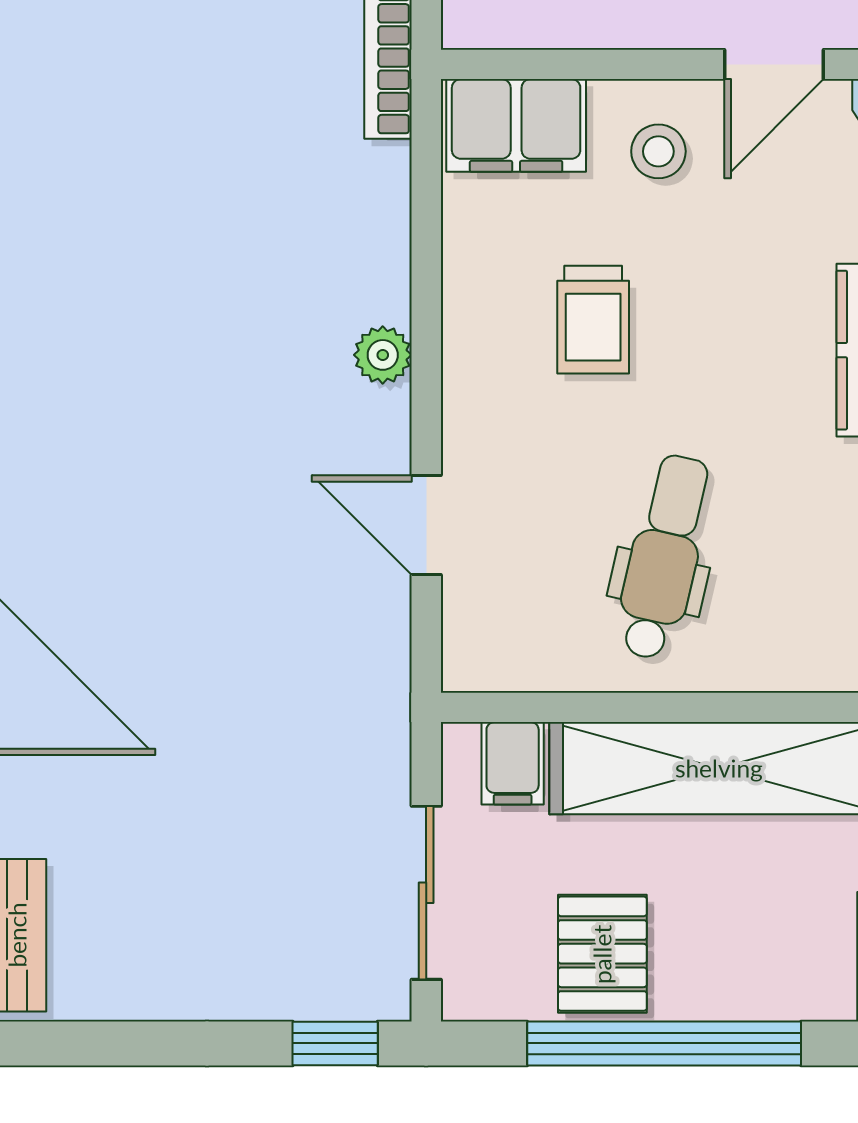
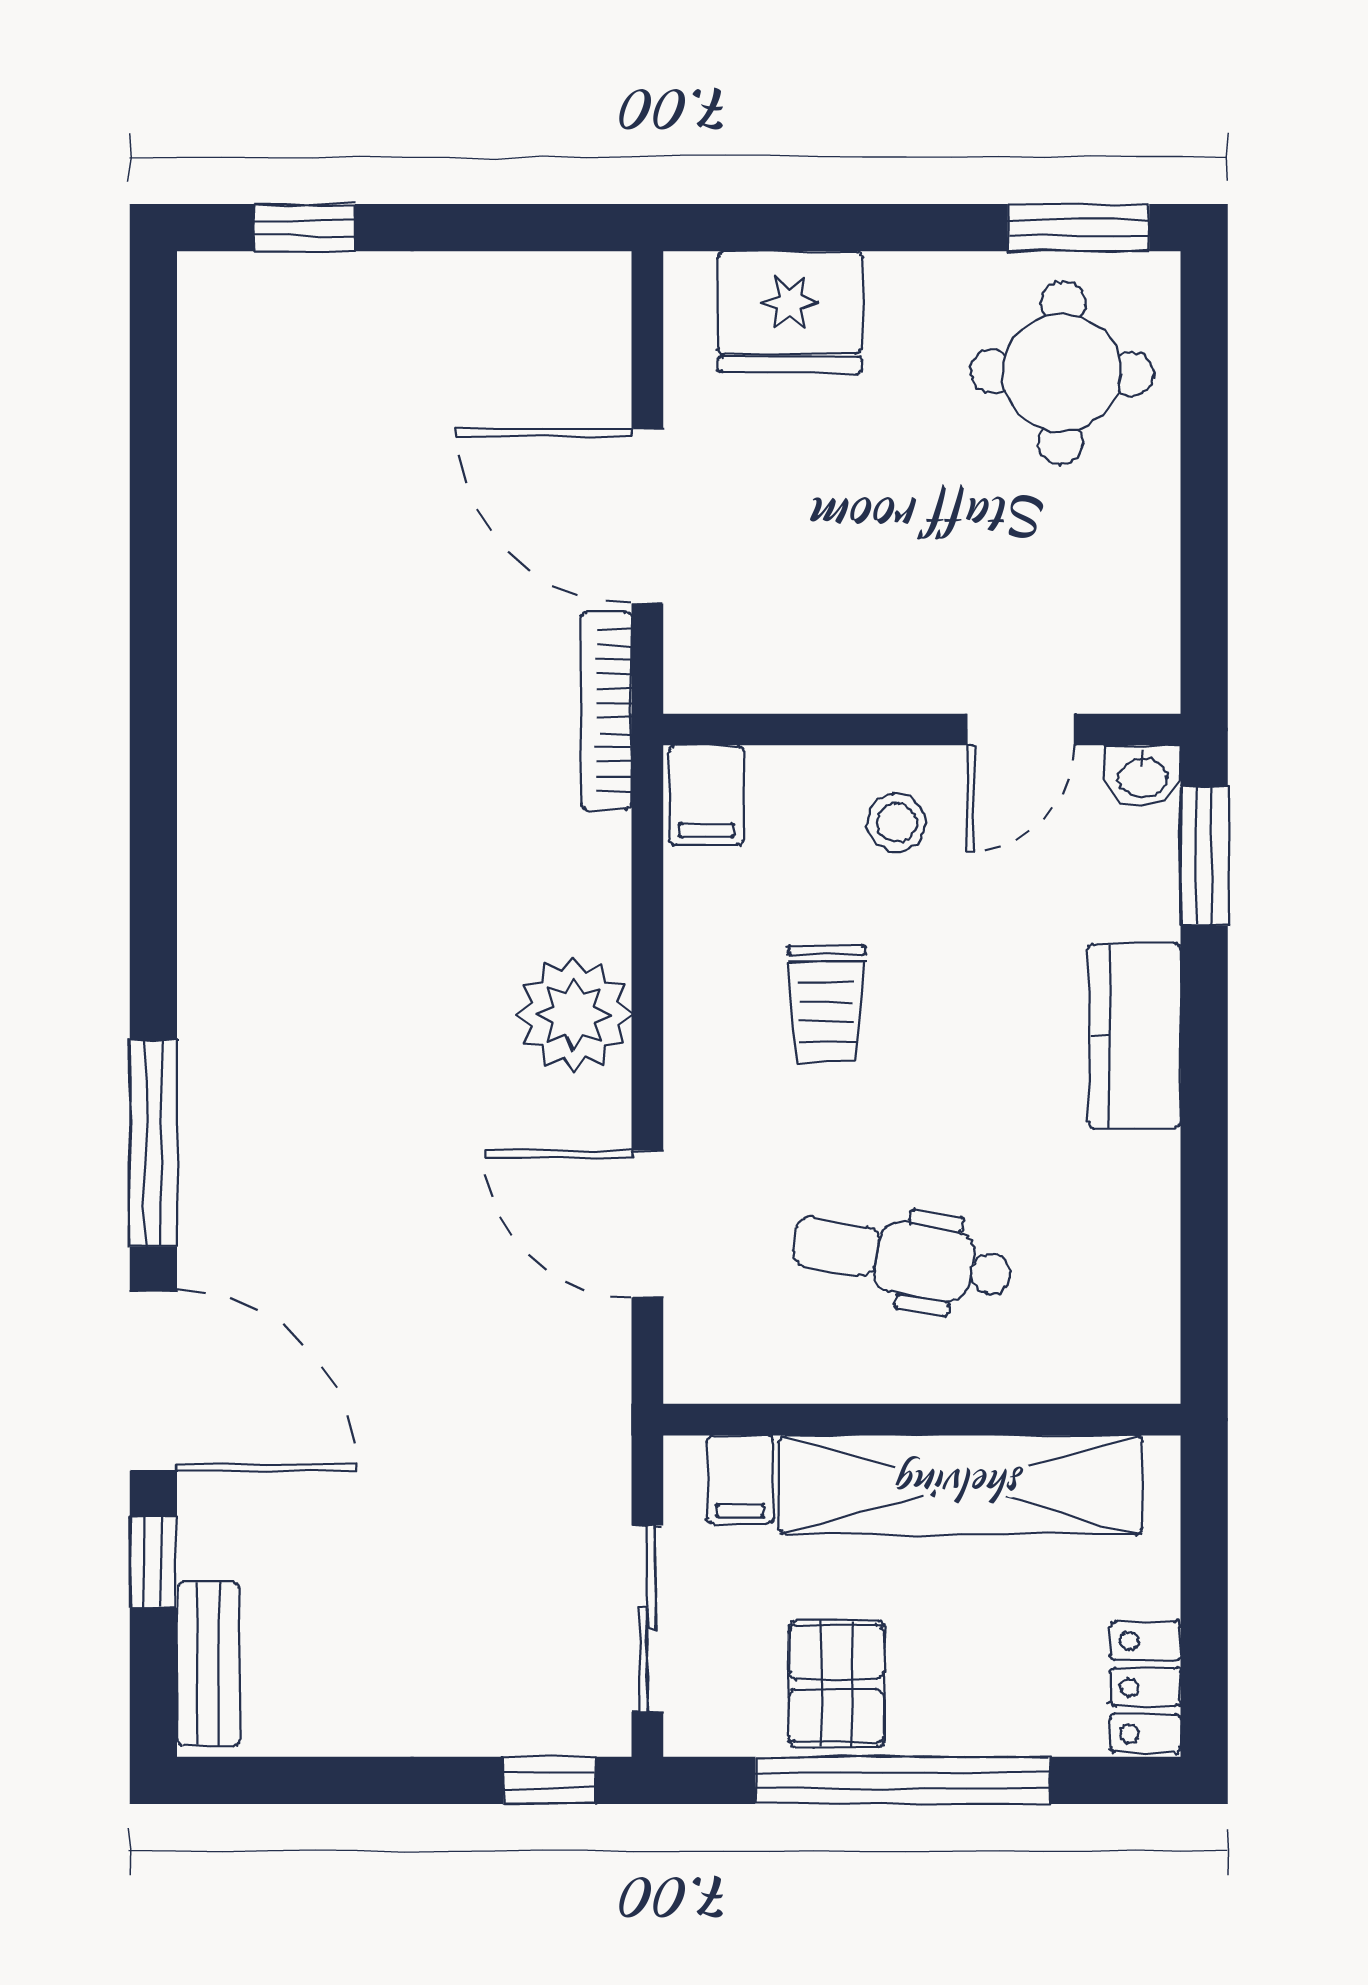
filing cabinet: (516, 125) -> (706, 795), width x0.50
plant: (383, 355) -> (574, 1014), width x1.88, depth x1.88
door: (426, 525) -> (647, 1224), width x1.38
dental chair: (664, 557) -> (903, 1258), turned -93

